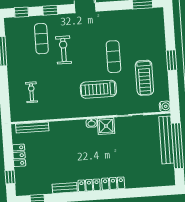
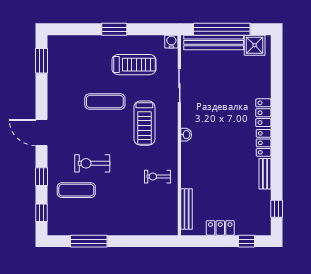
exercise bike: (32, 92) -> (157, 177), moved
shower: (106, 126) -> (255, 45), moved

